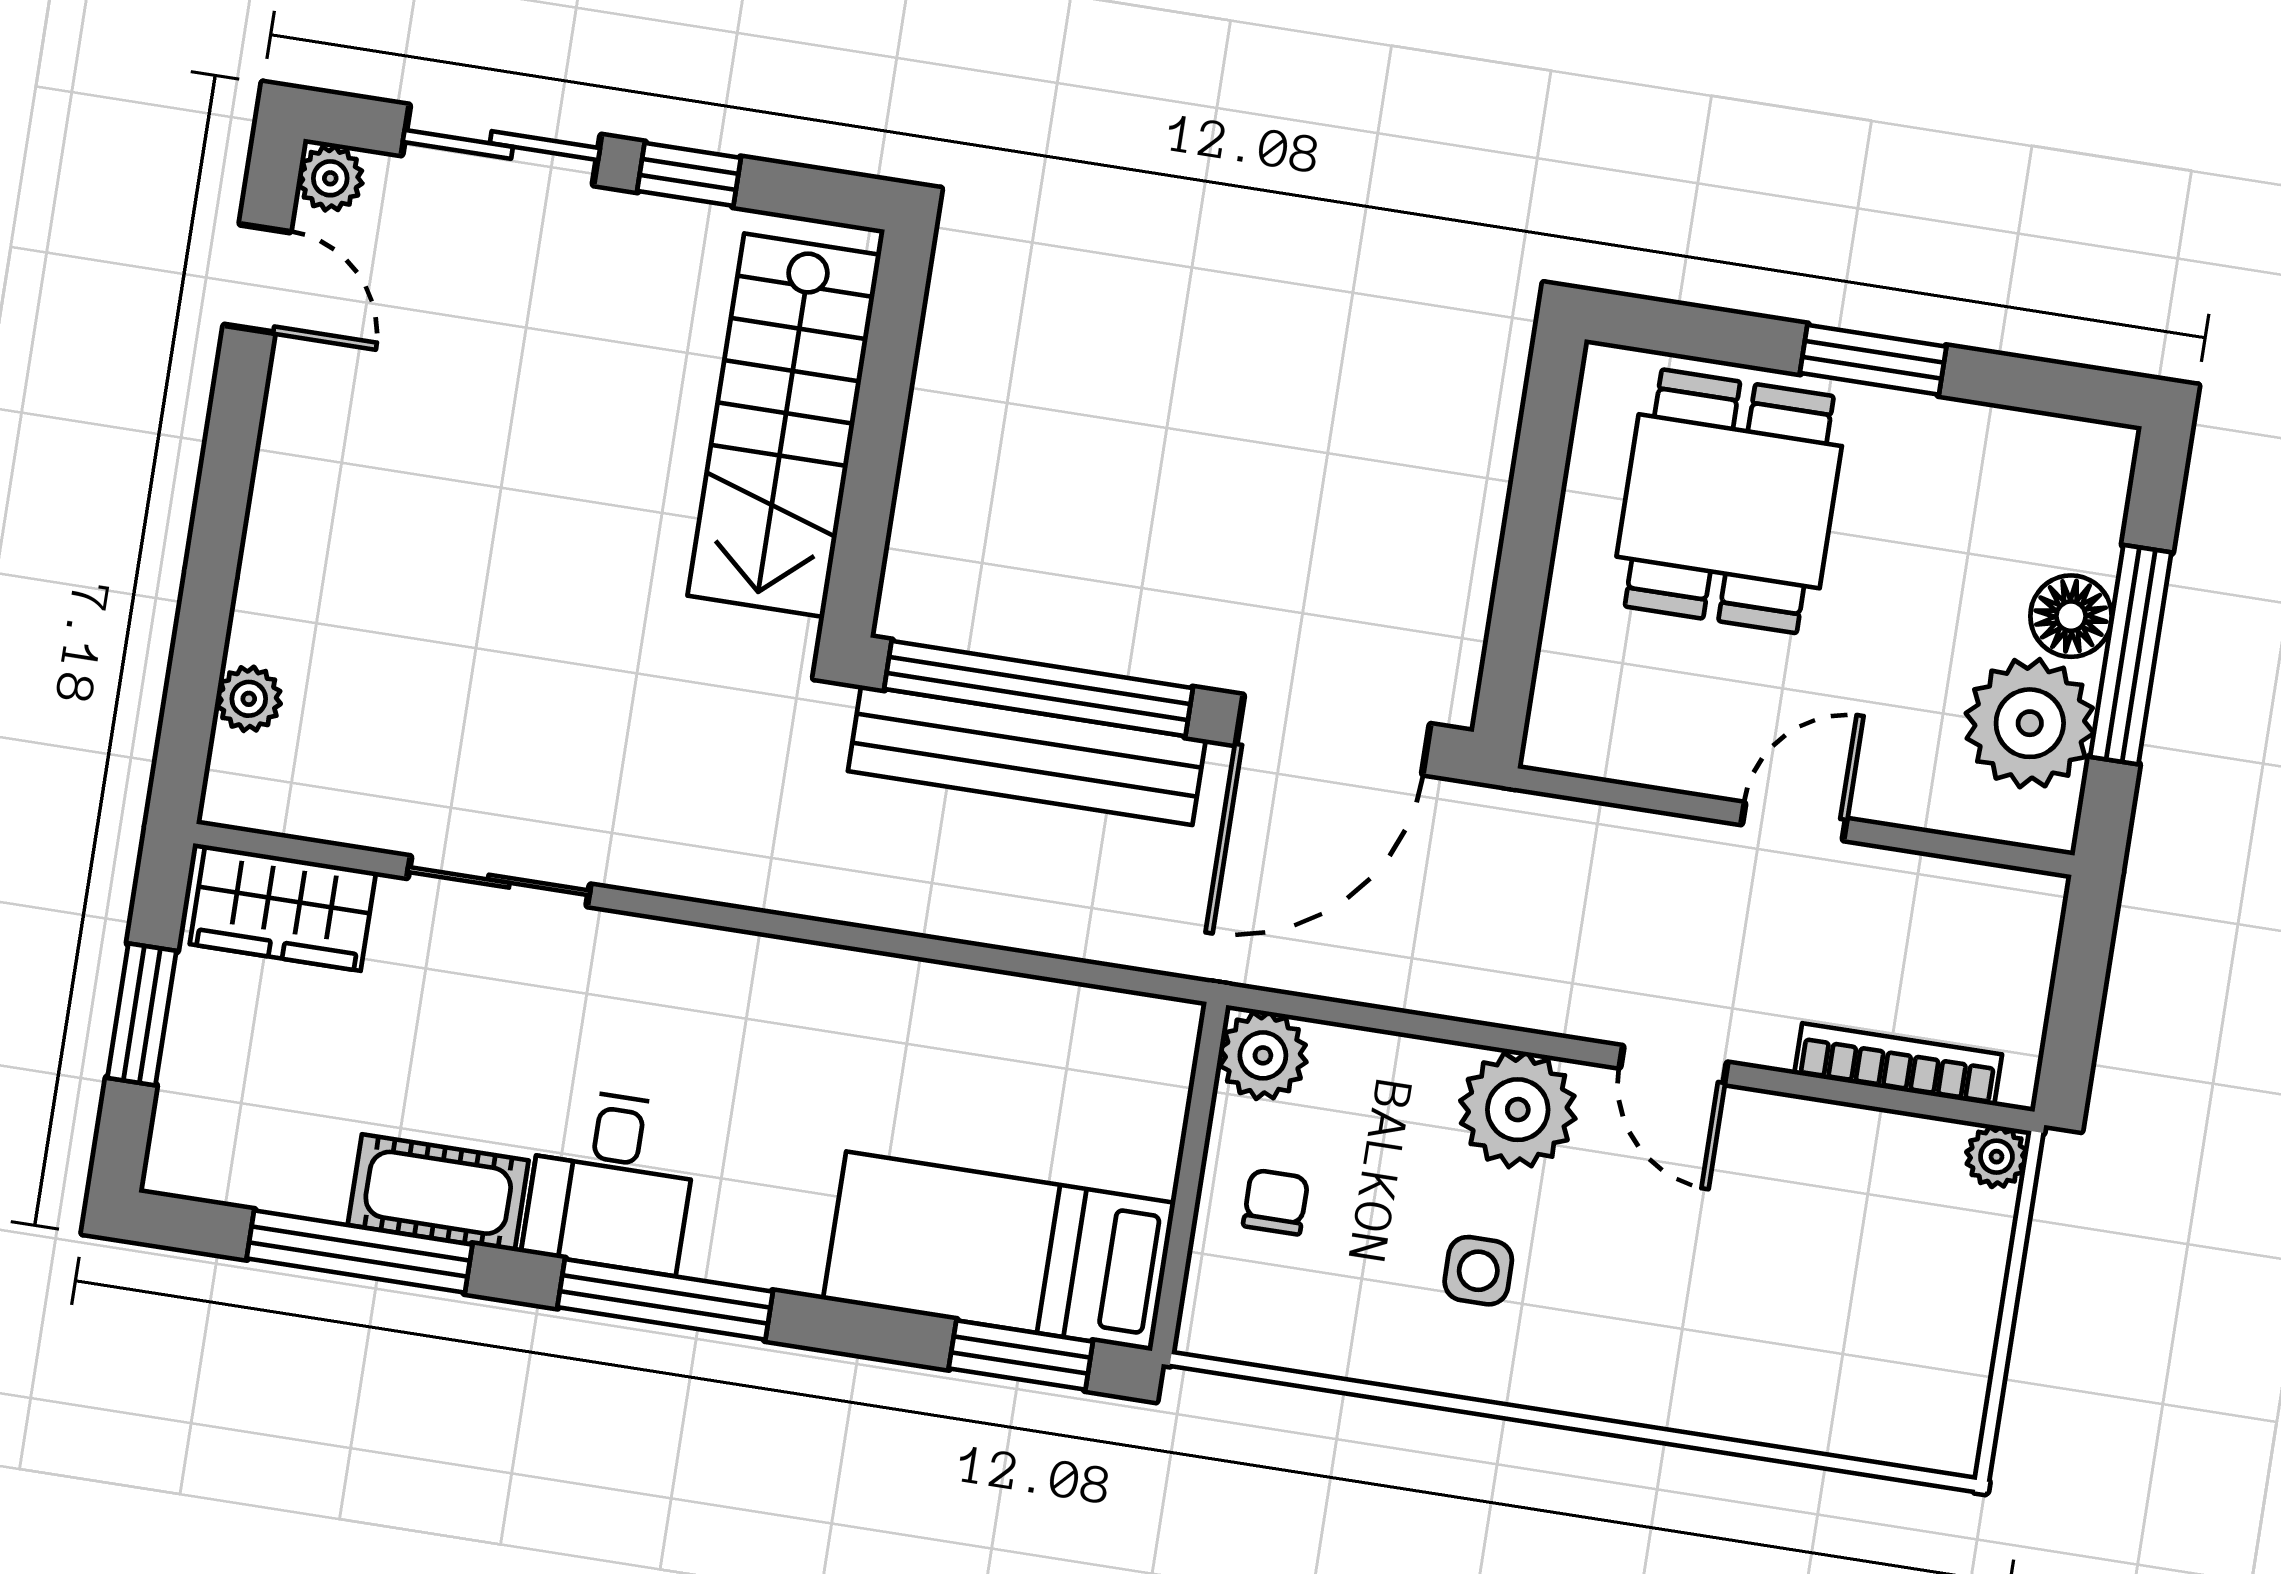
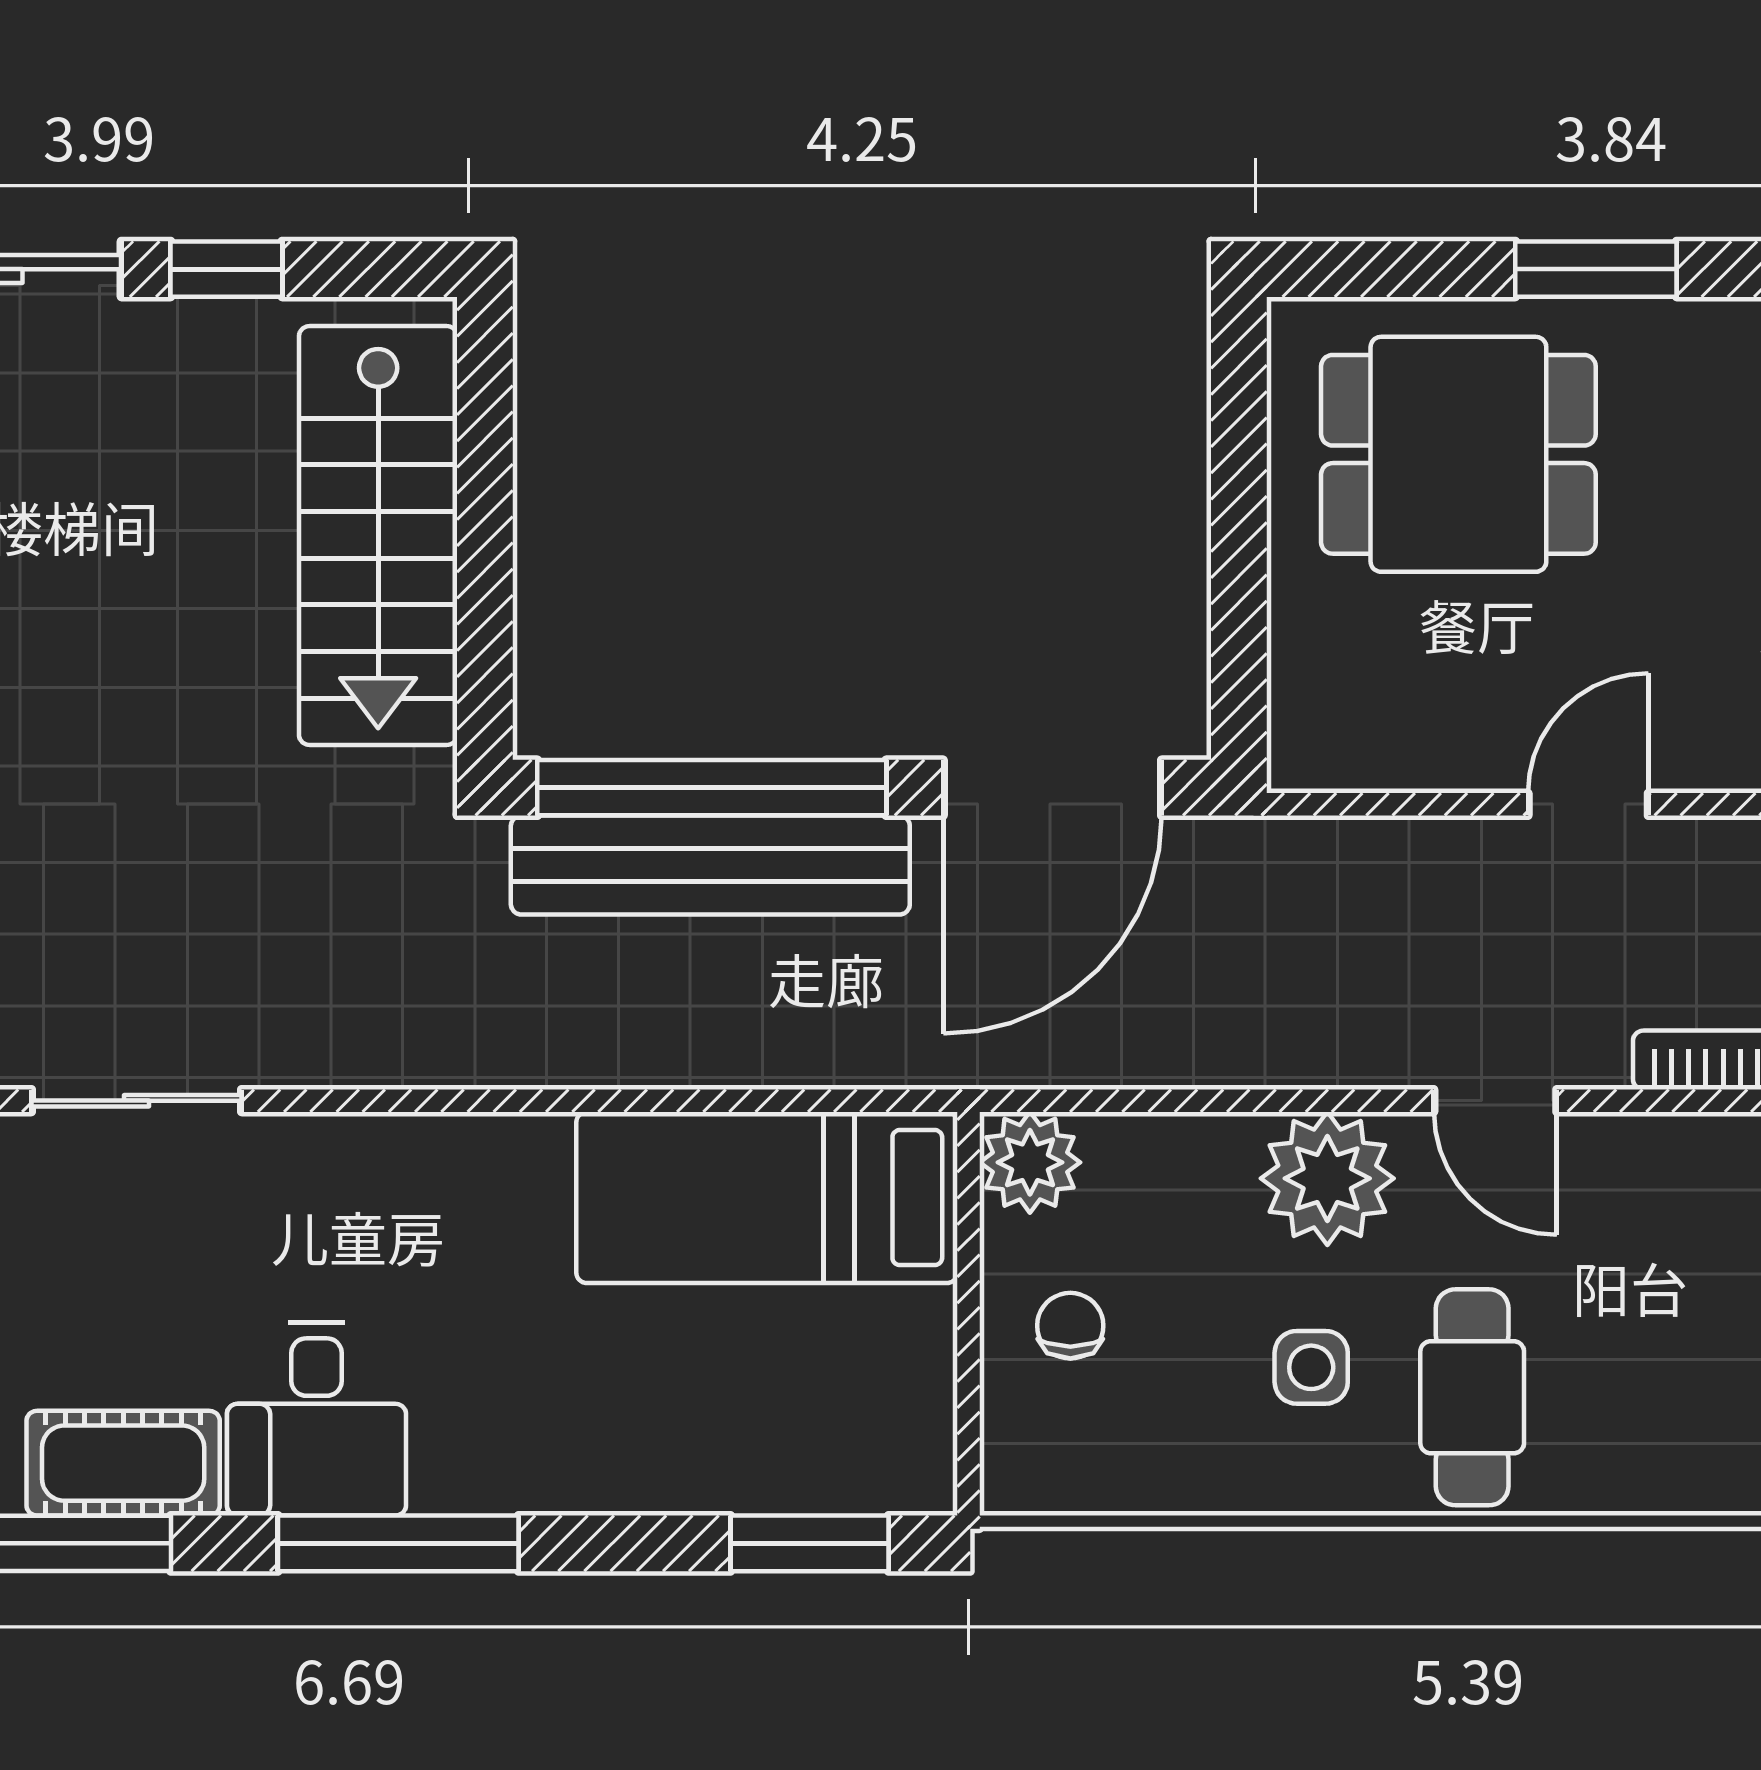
dining table: (1729, 501) -> (1458, 454), turned 90
bed: (999, 1251) -> (767, 1198), moved
cafe table: (1613, 1318) -> (1472, 1397), added

